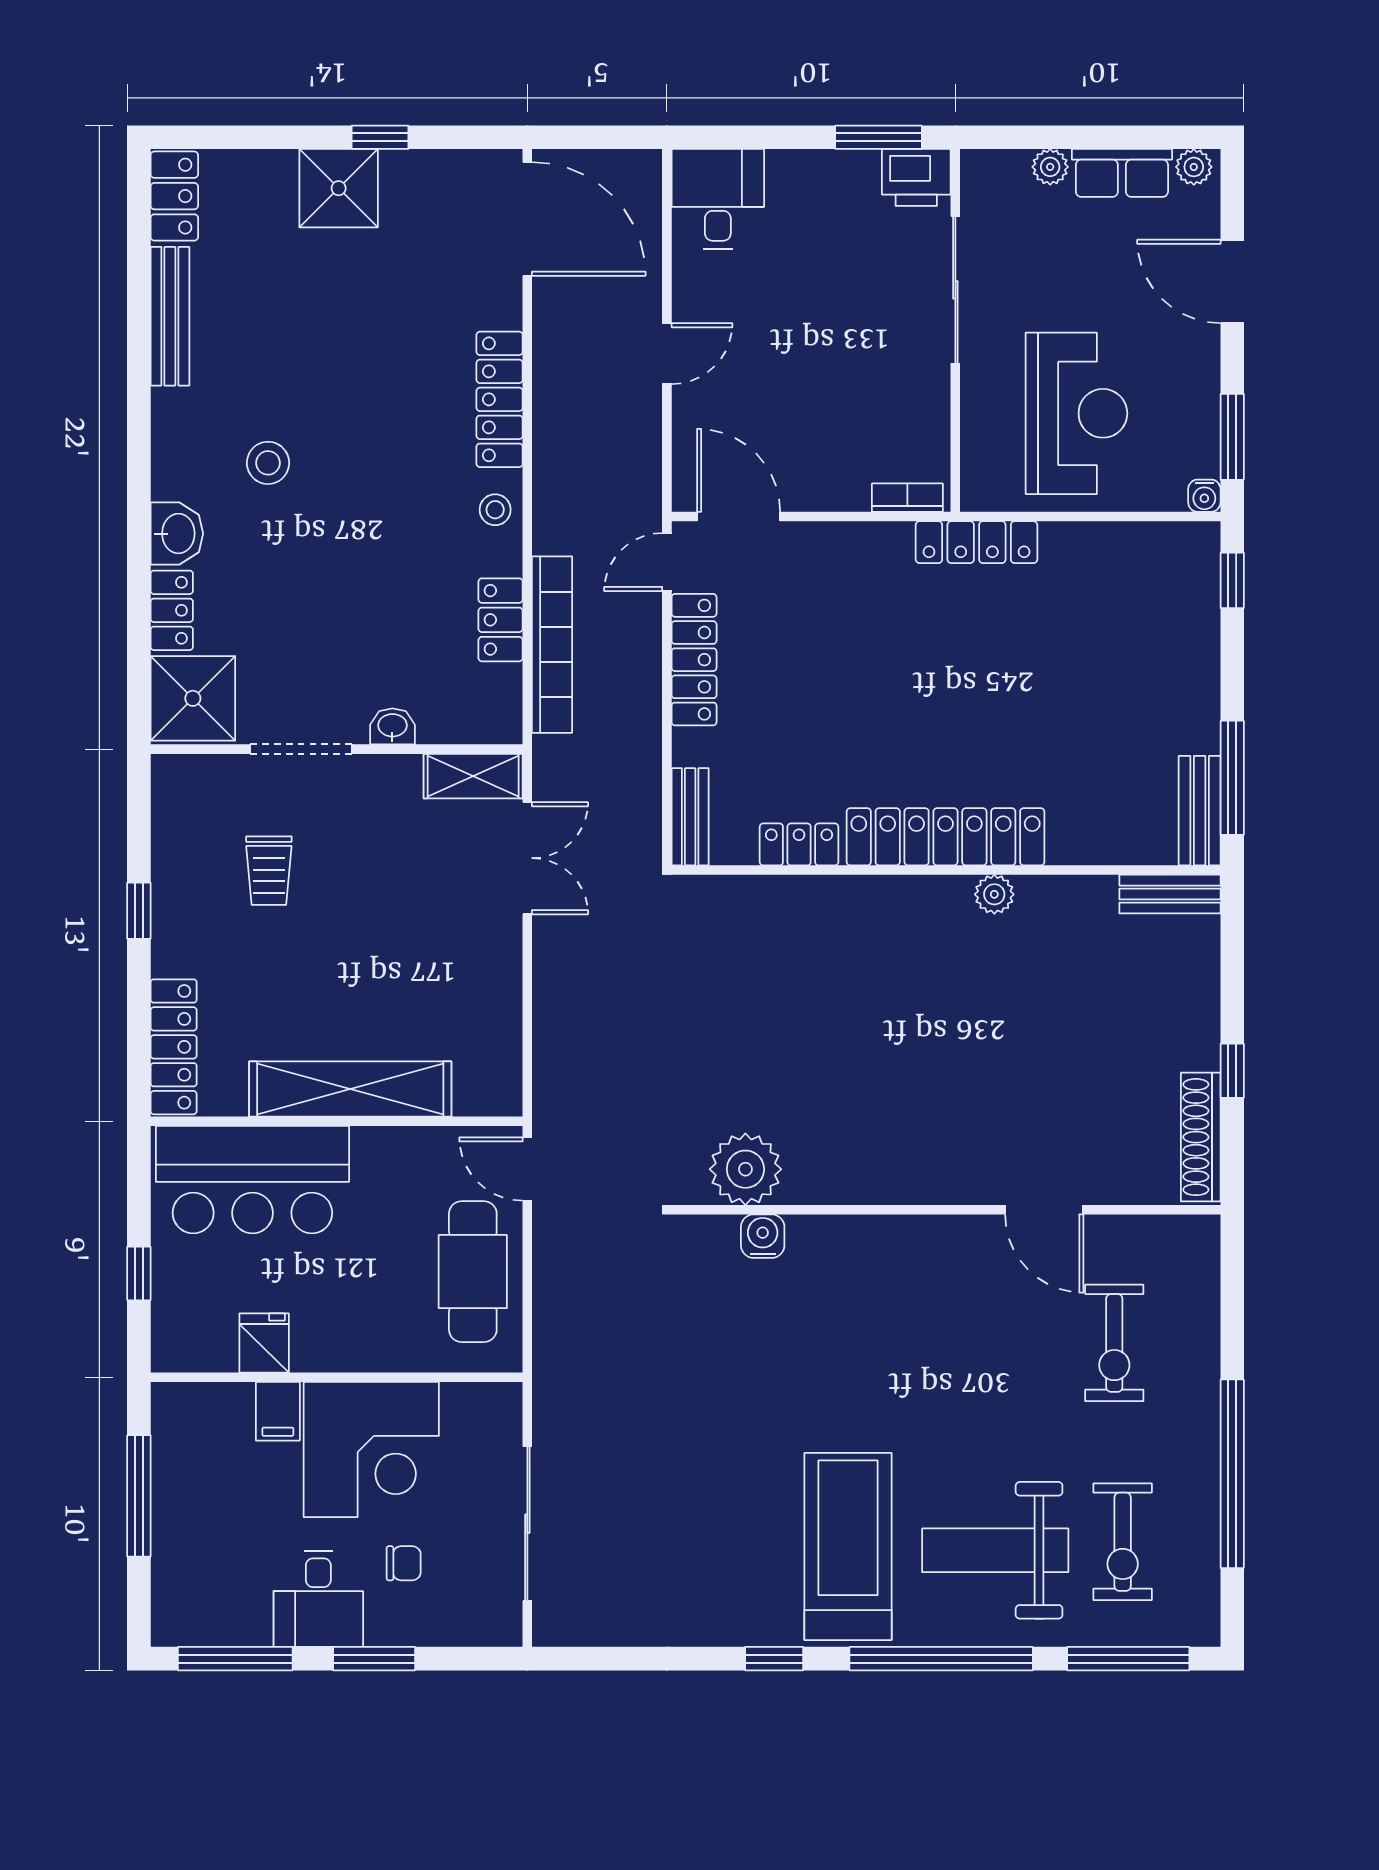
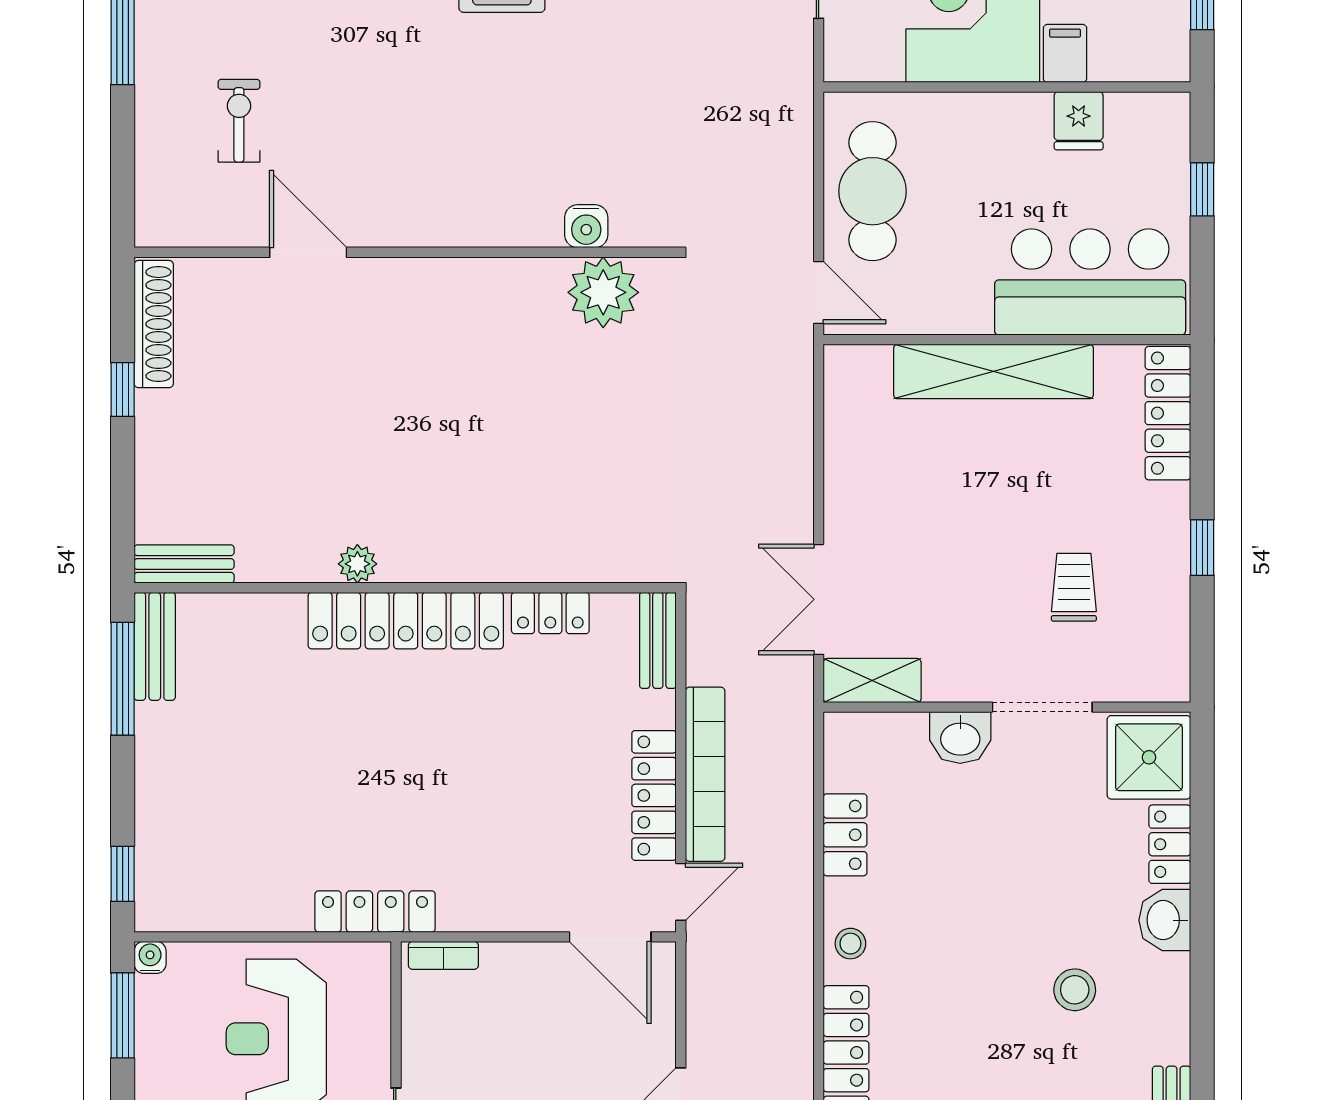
bookcase: (552, 645) -> (705, 774), moved, turned 180
washbasin: (392, 726) -> (960, 738), width x1.38, depth x1.45
exercise bike: (1114, 1343) -> (239, 121), width x0.73, depth x0.72

